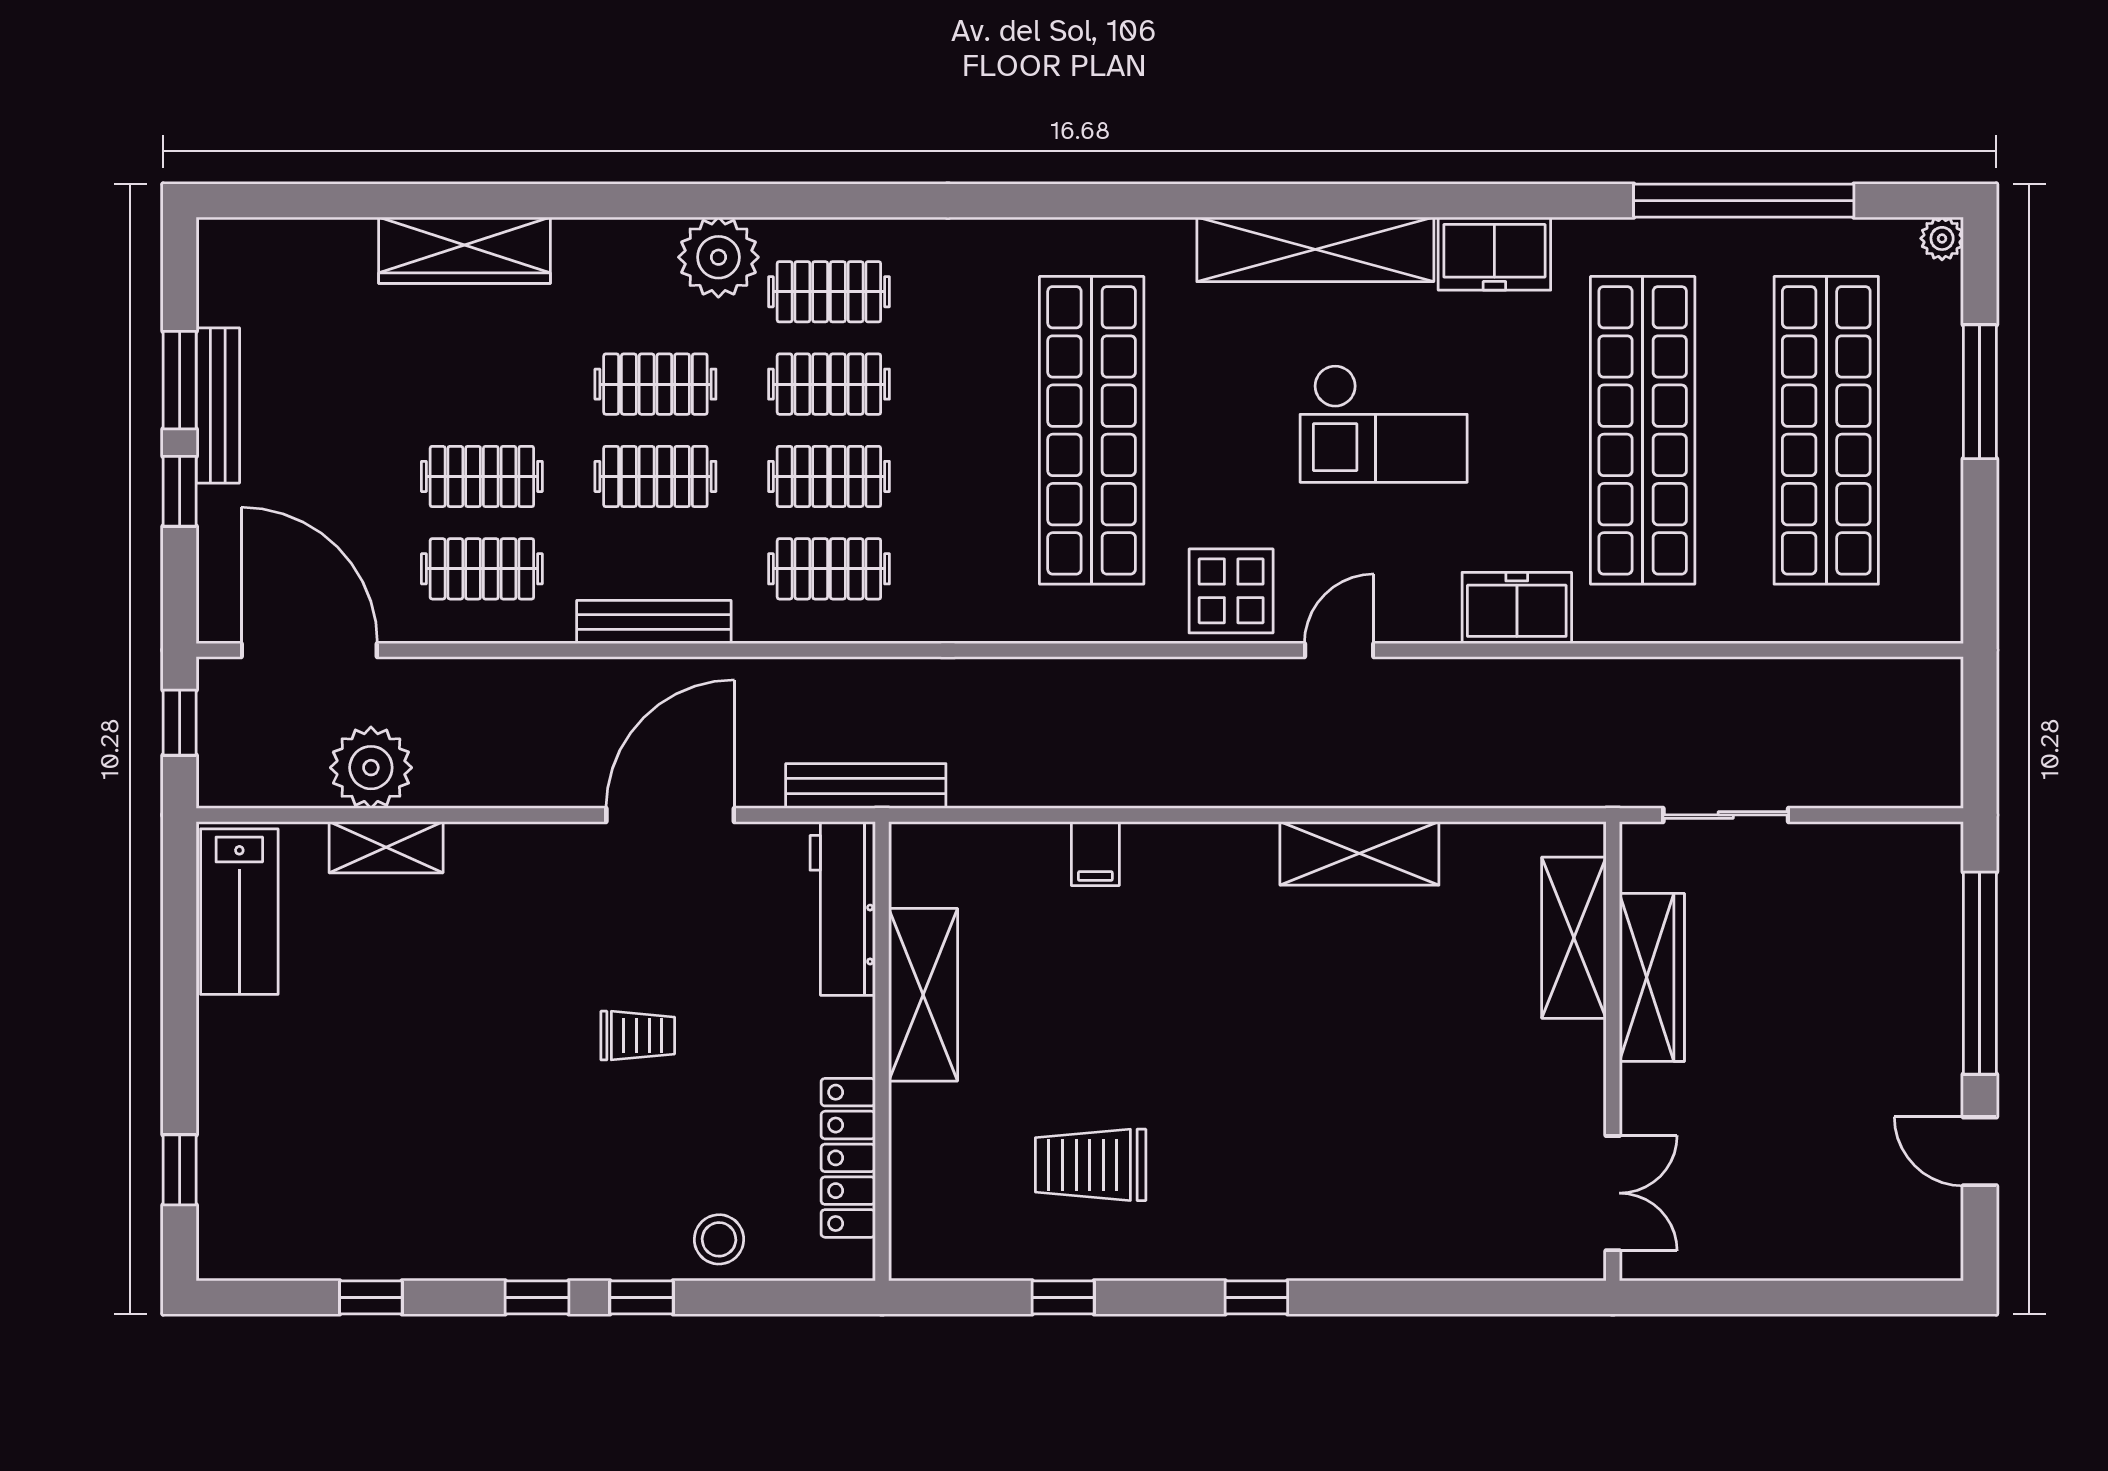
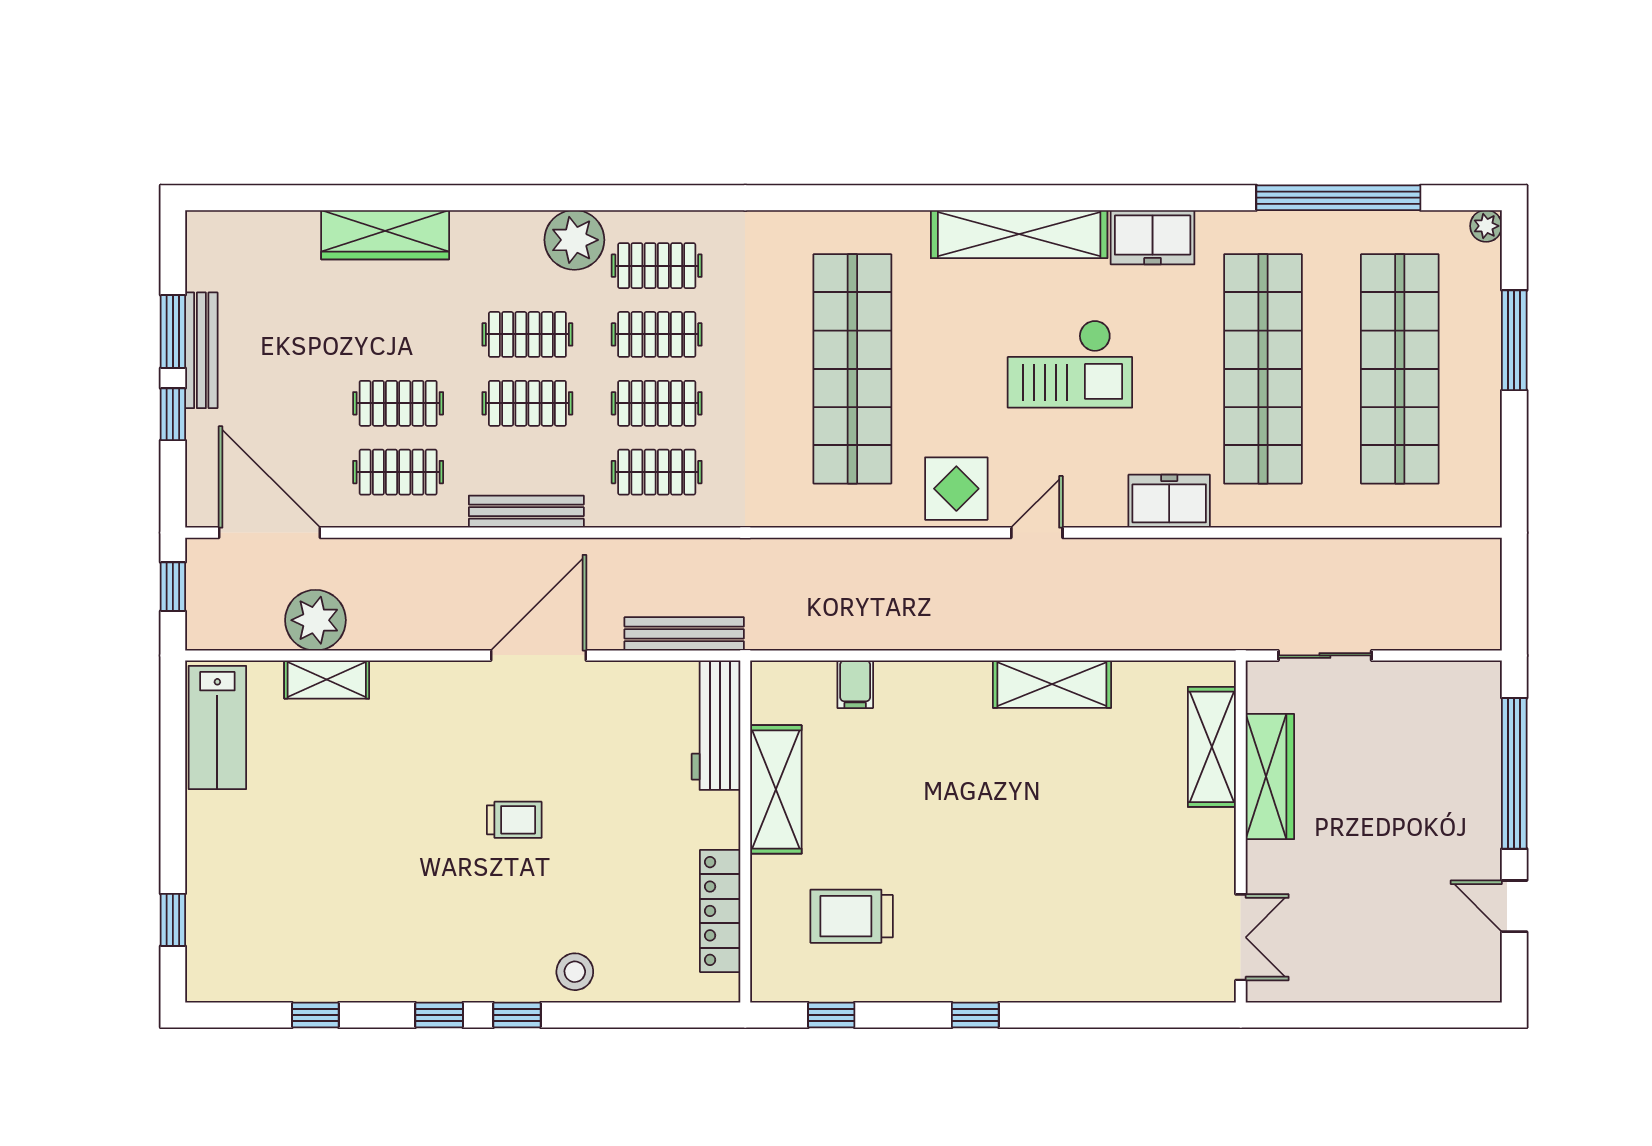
workbench: (843, 908) -> (716, 725), moved
shelving: (923, 995) -> (776, 789), moved
wall: (882, 1051) -> (745, 832), moved
locker: (848, 1158) -> (720, 911), moved

